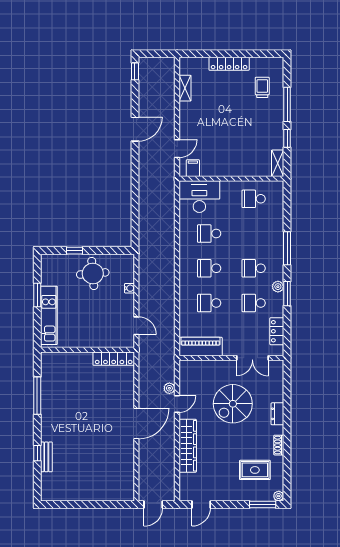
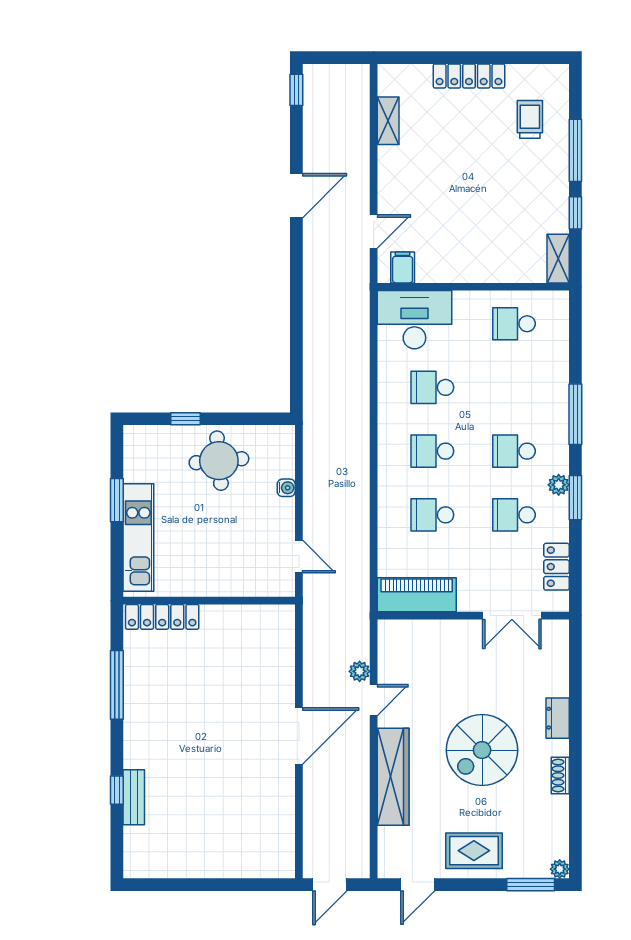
locker: (114, 359) -> (162, 617), moved
spiral stairs: (233, 404) -> (482, 750), moved
rug: (255, 470) -> (474, 851), moved

